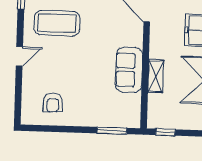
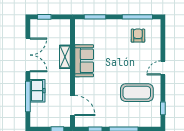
window: (53, 129) -> (137, 17), added
window: (166, 132) -> (44, 17), moved

